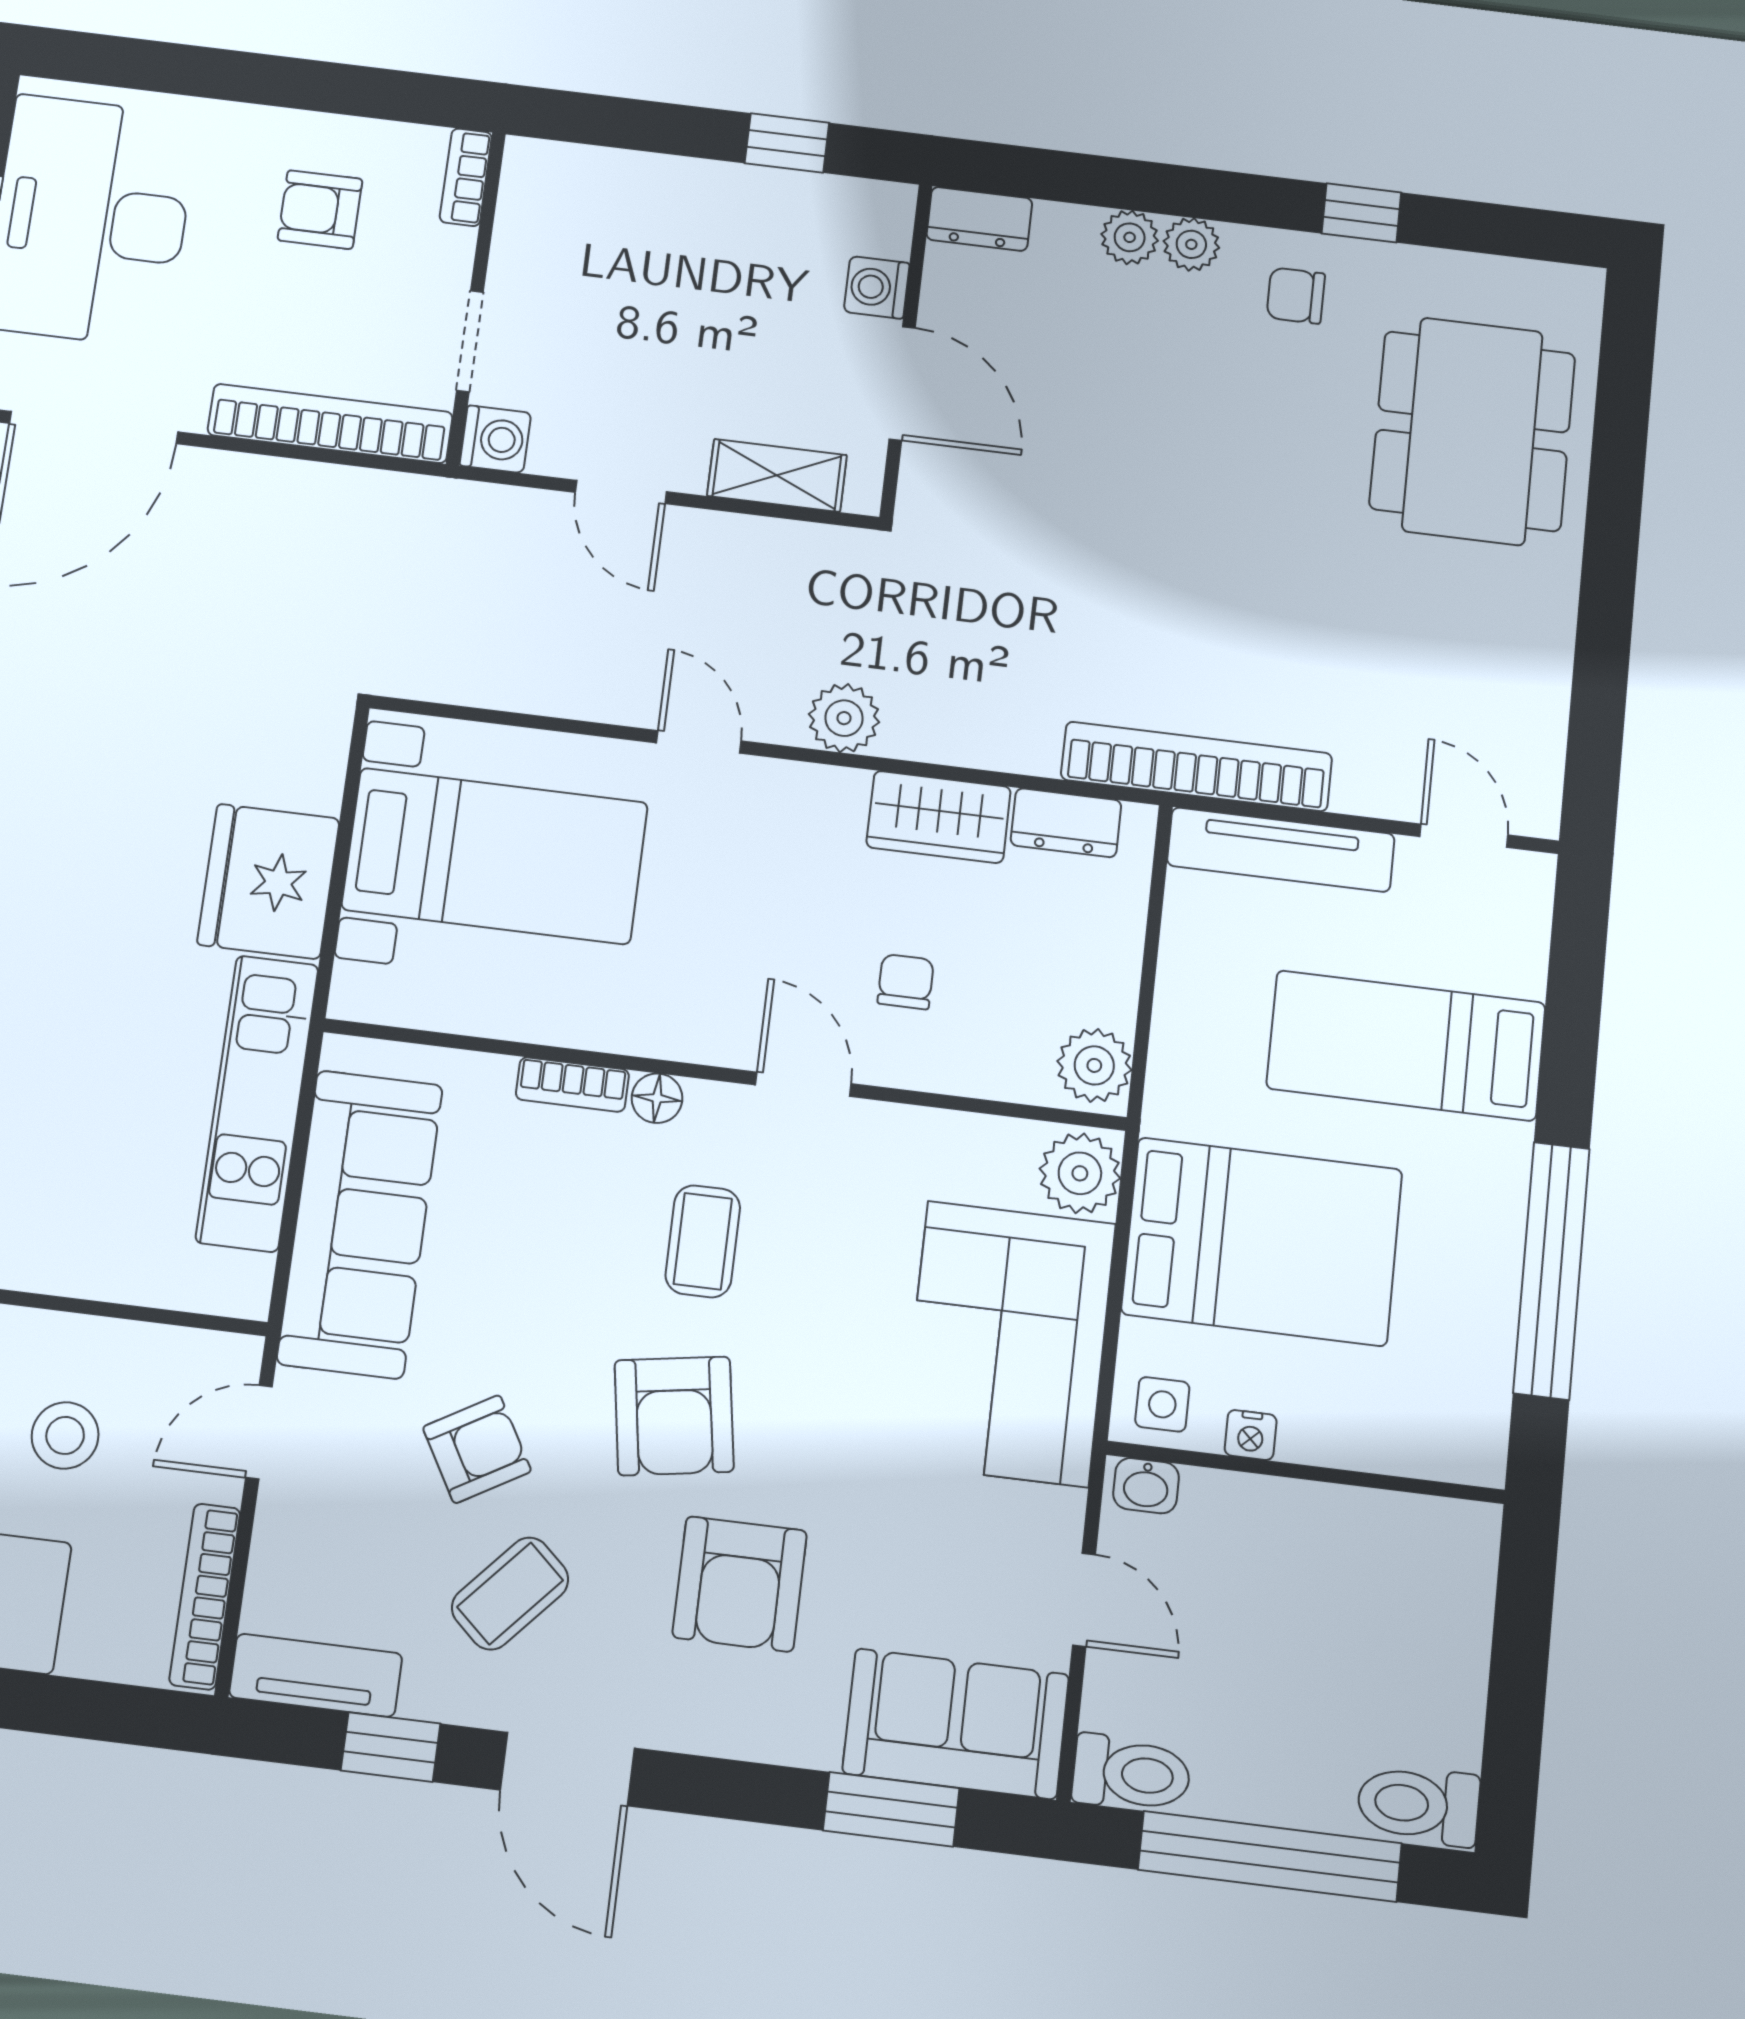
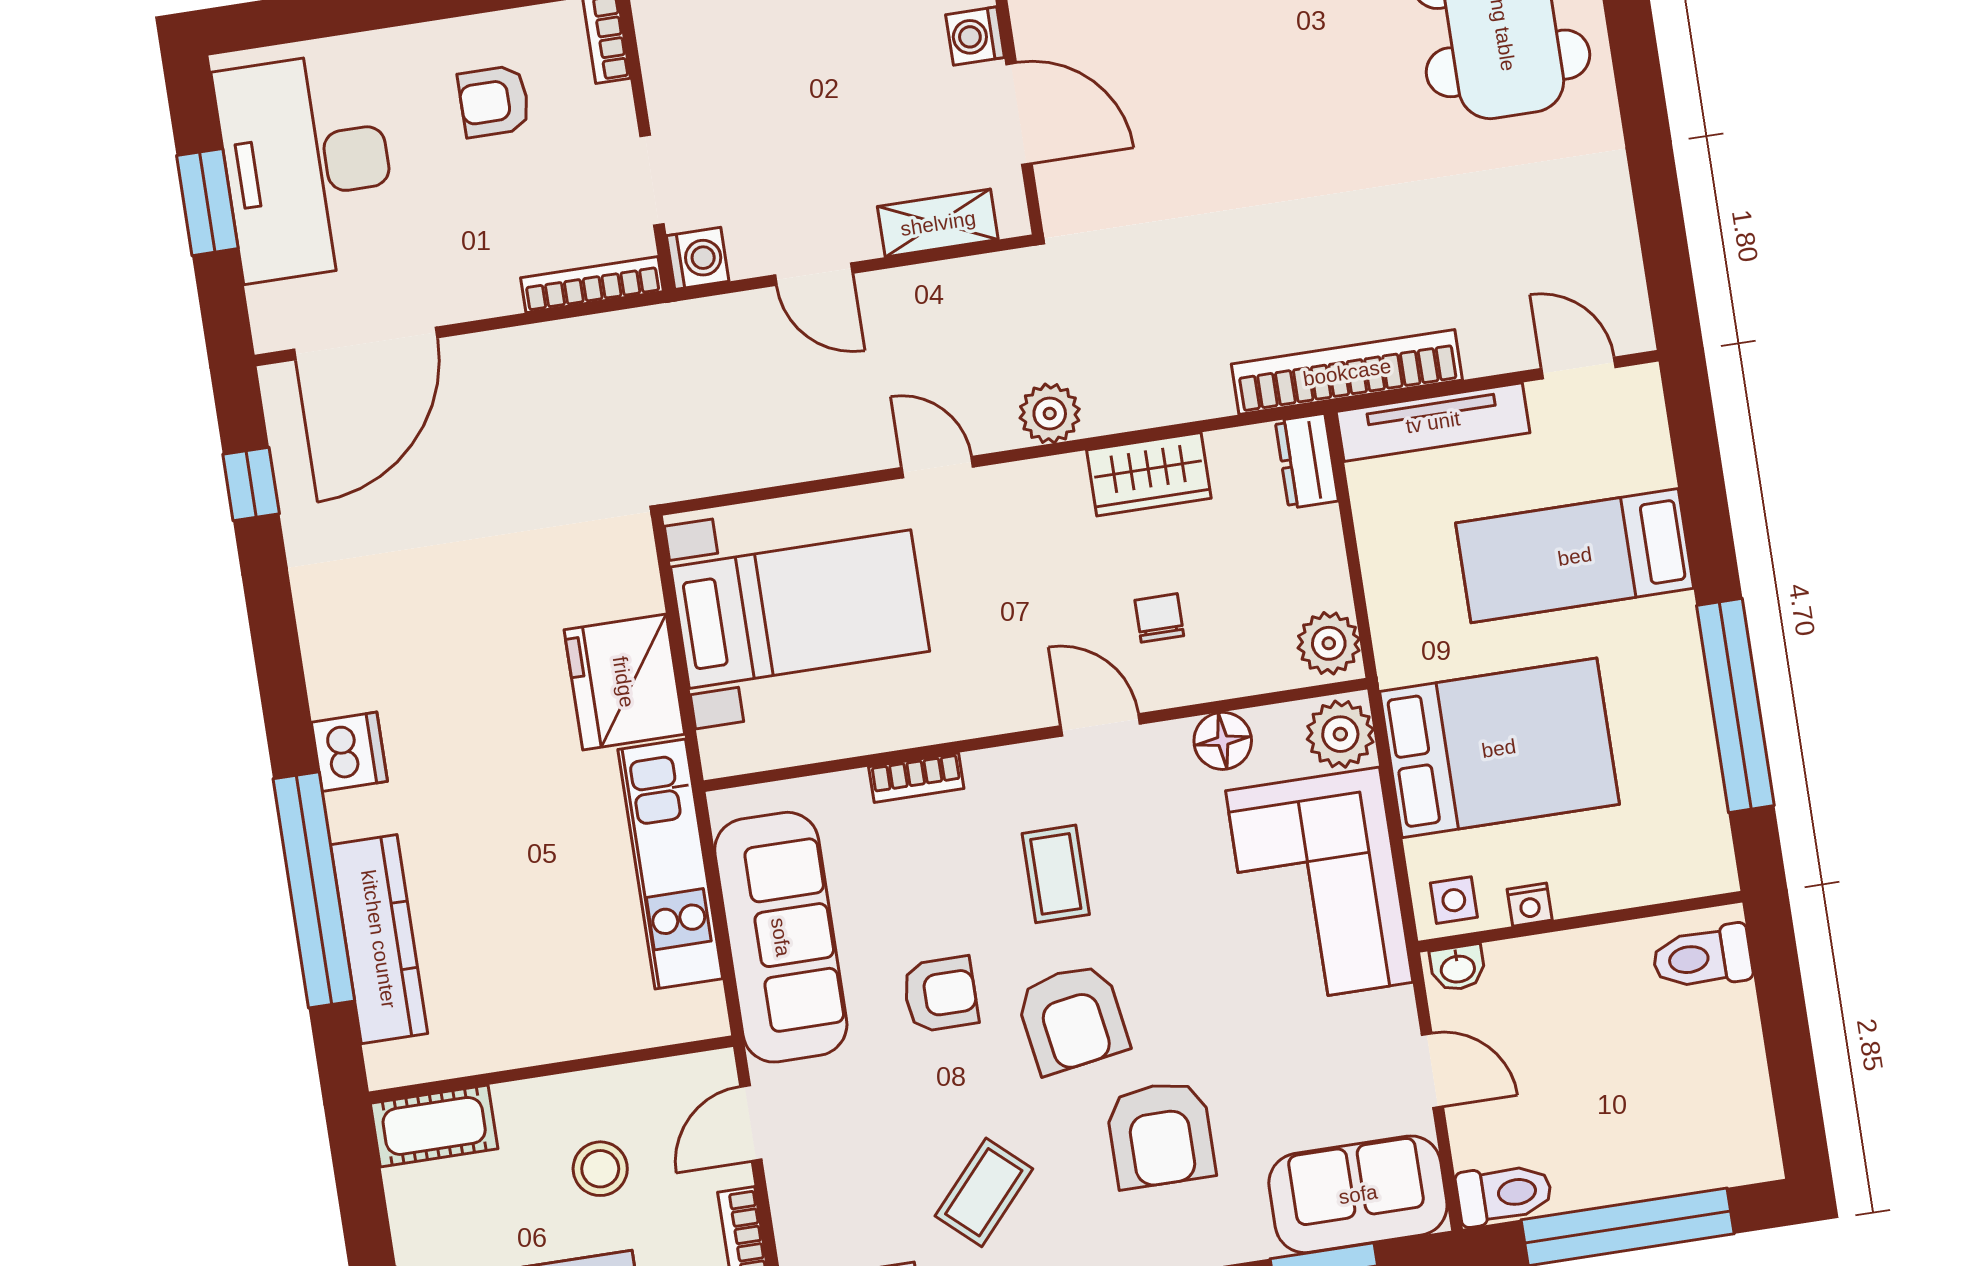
bookcase: (330, 424) -> (592, 285), width x0.68, depth x0.76
dresser: (1066, 823) -> (1307, 461), moved, turned 90
floor lamp: (657, 1098) -> (1223, 741), moved, width x1.37, depth x1.37
armchair: (477, 1449) -> (940, 994), moved, turned 30
toilet: (1418, 1805) -> (1702, 957), moved

